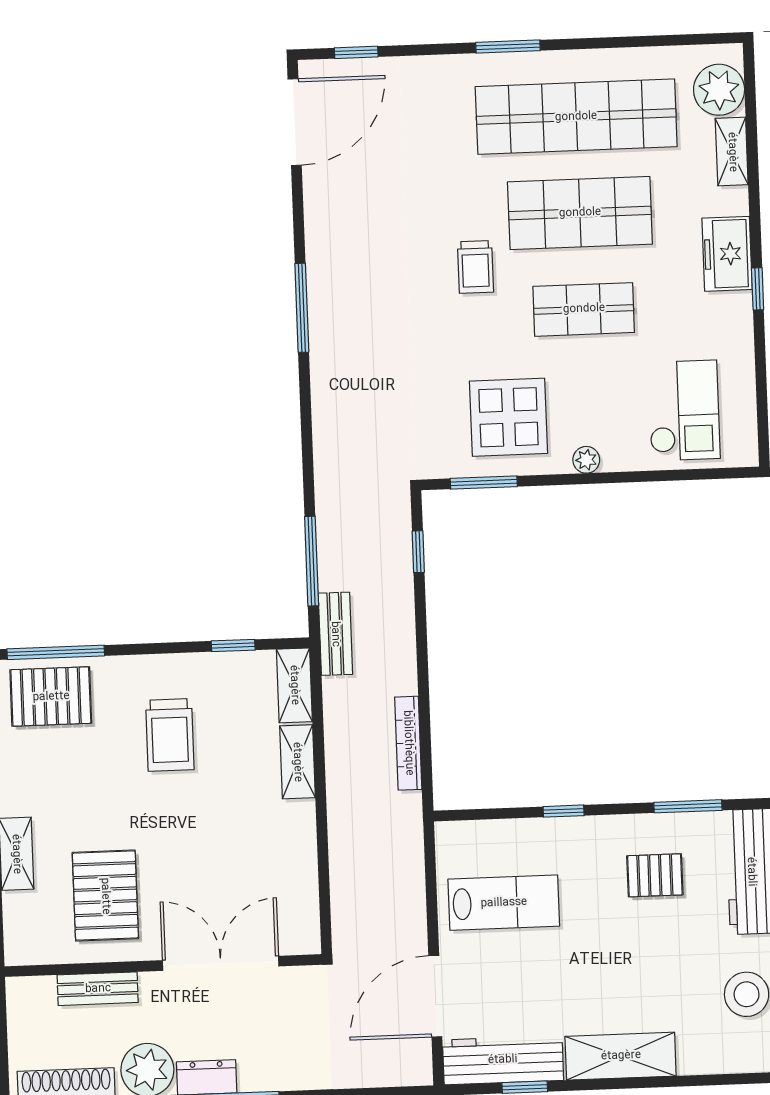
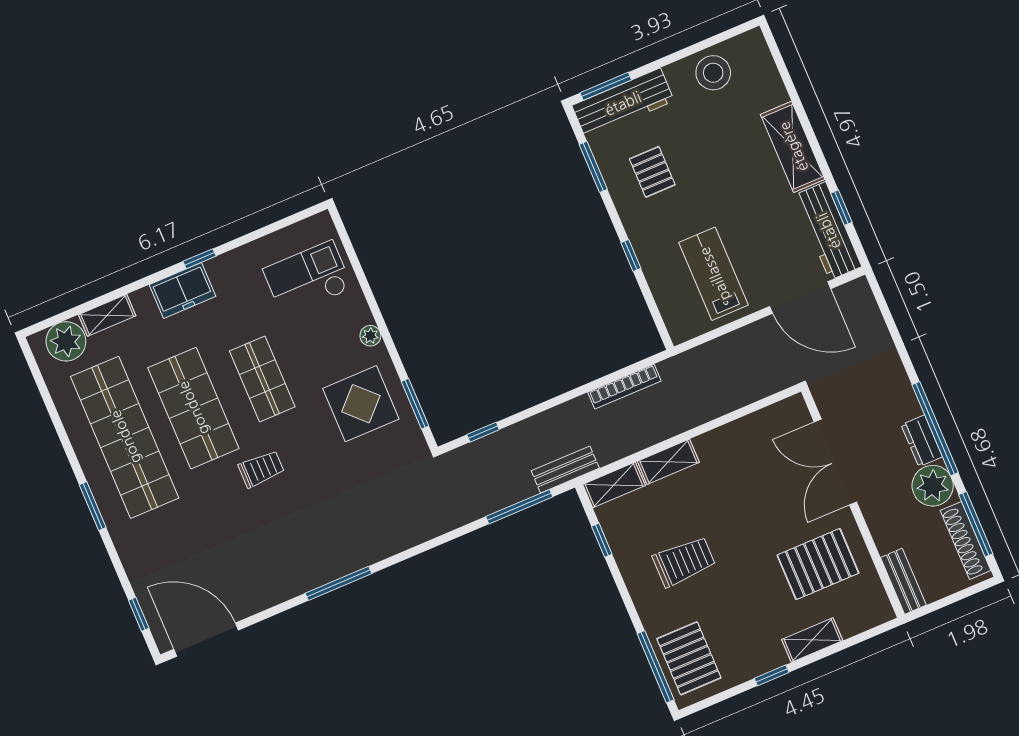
bench: (98, 989) -> (903, 581), moved

